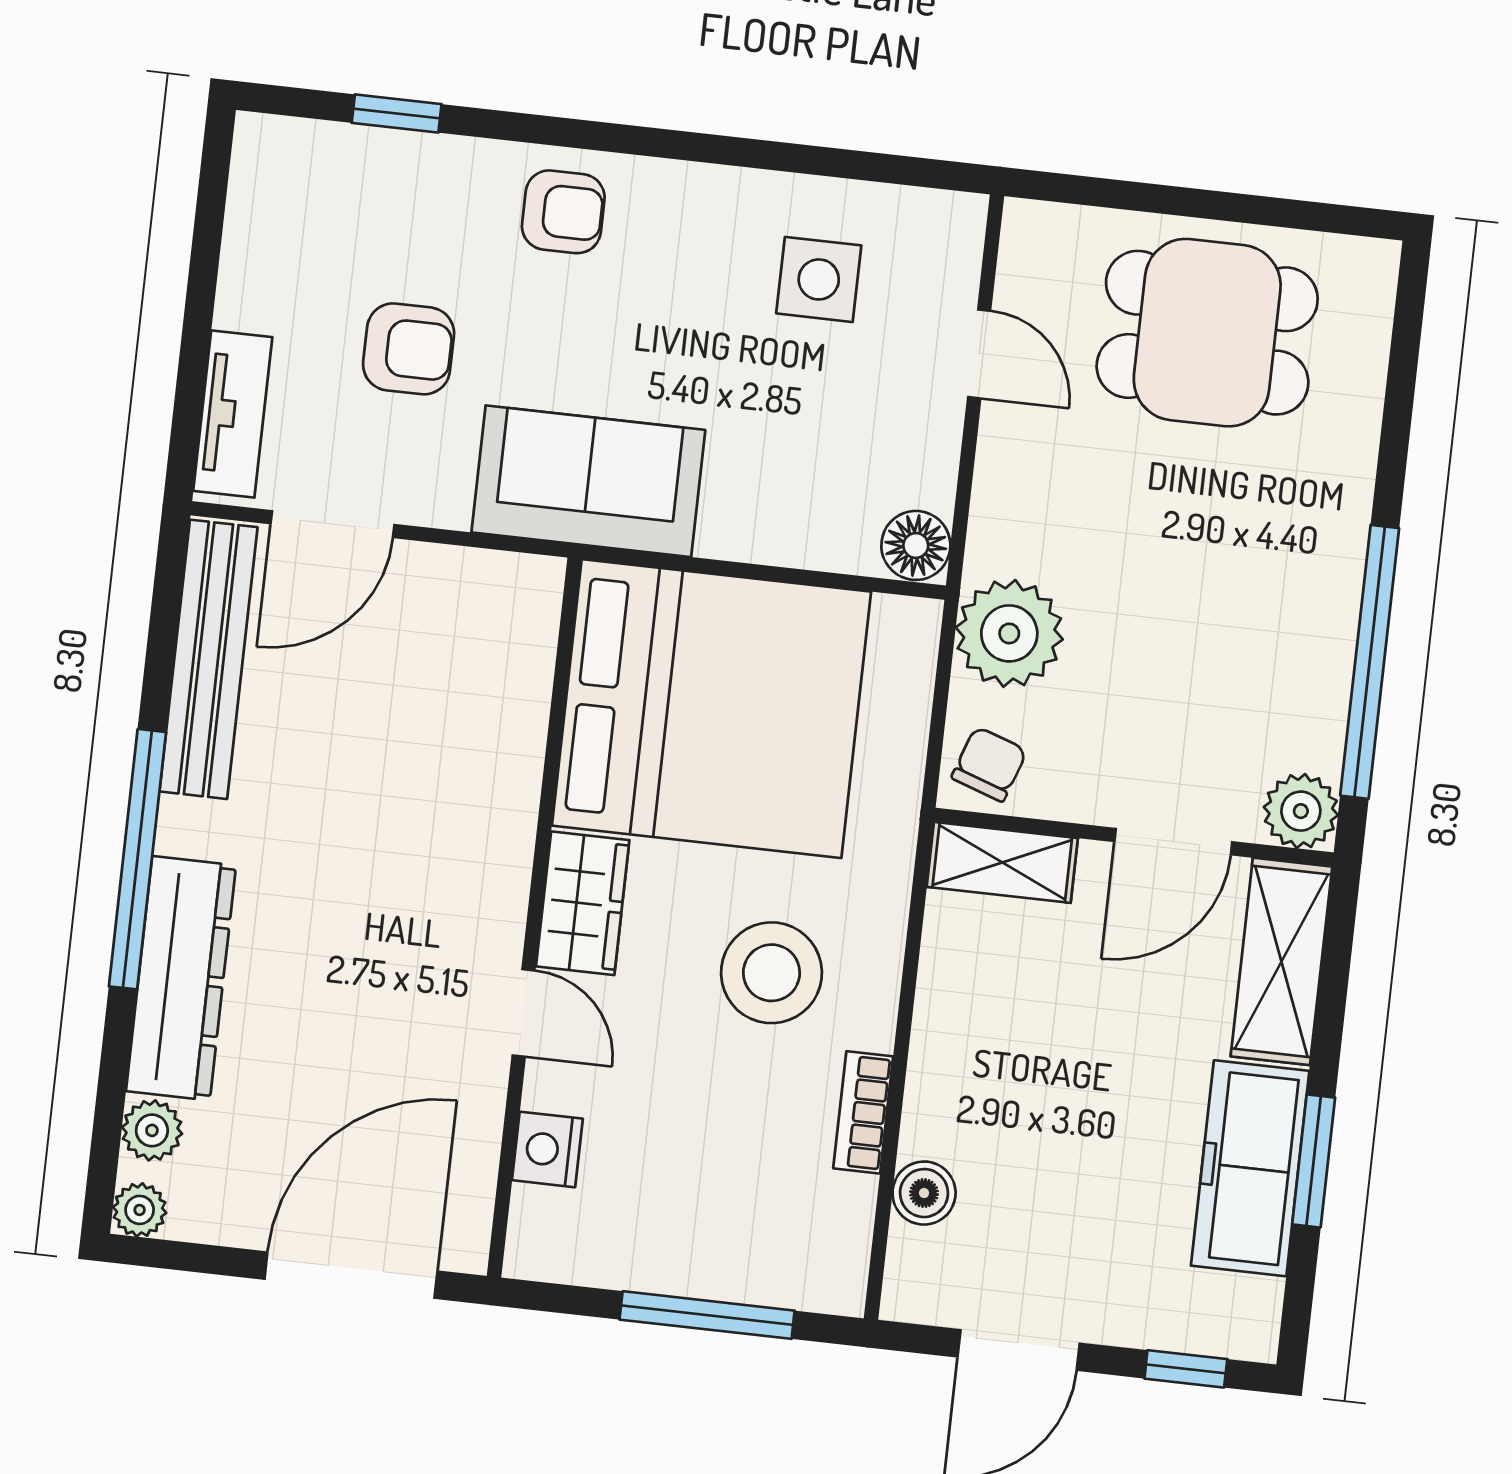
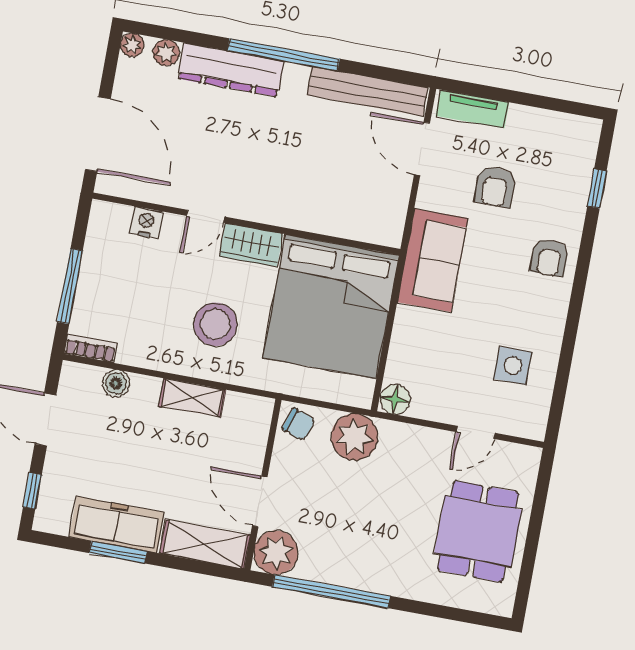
plant: (1301, 811) -> (276, 553), width x1.36, depth x1.36
shelving: (1002, 862) -> (192, 398), moved, turned 90
bookcase: (863, 1112) -> (91, 348), moved

